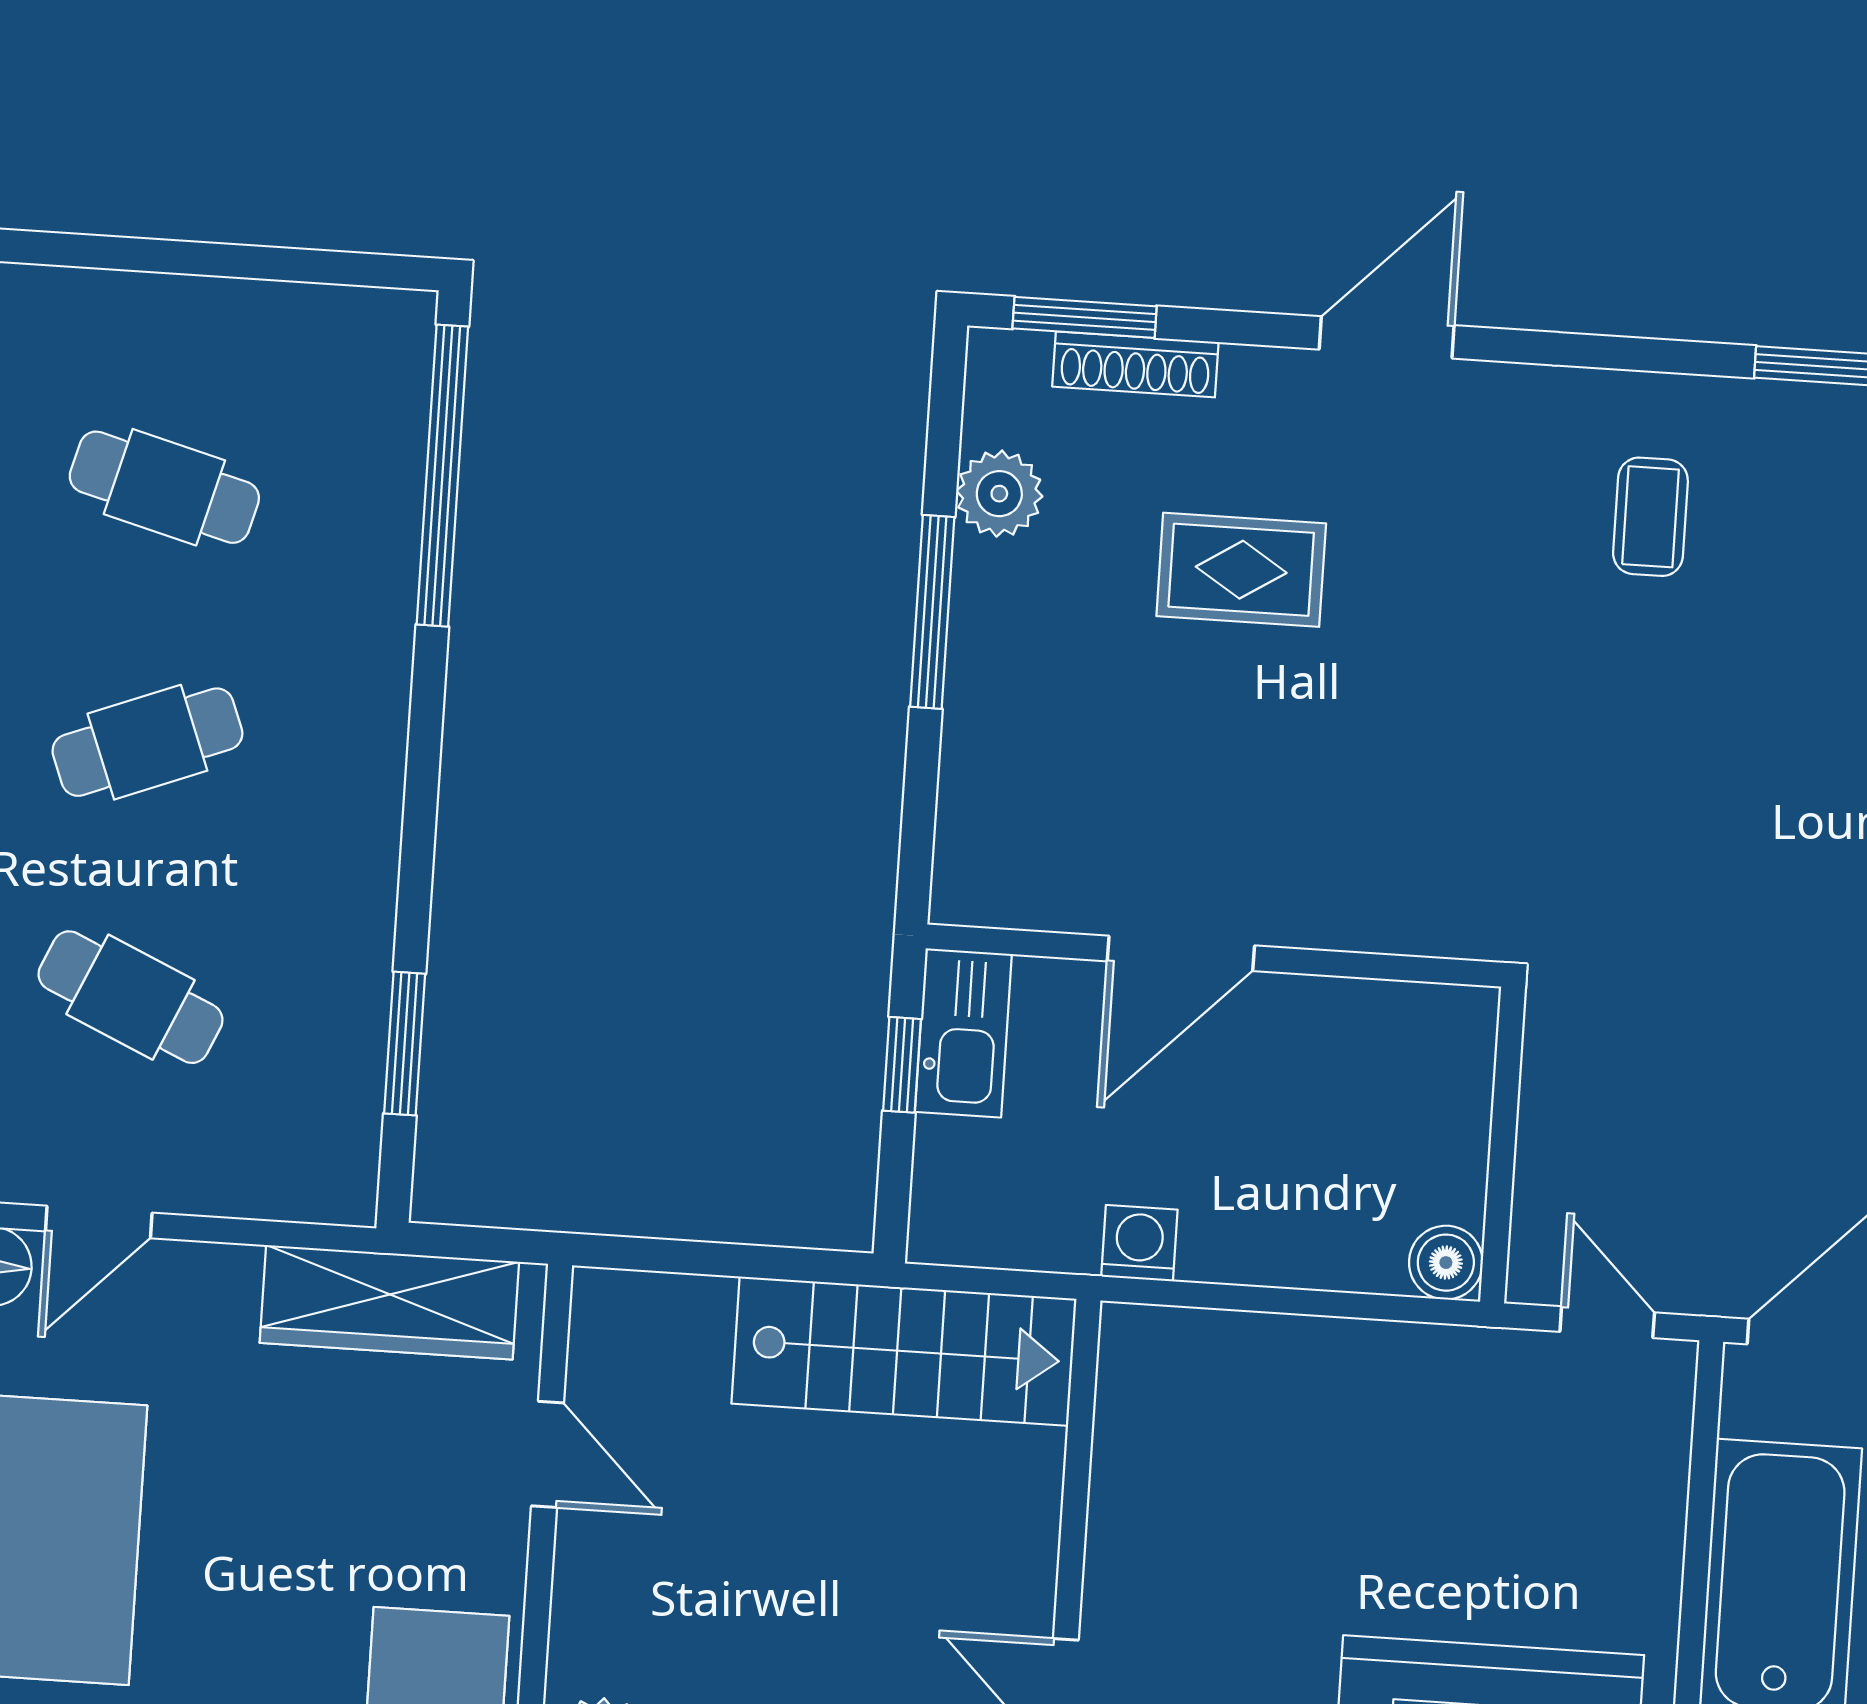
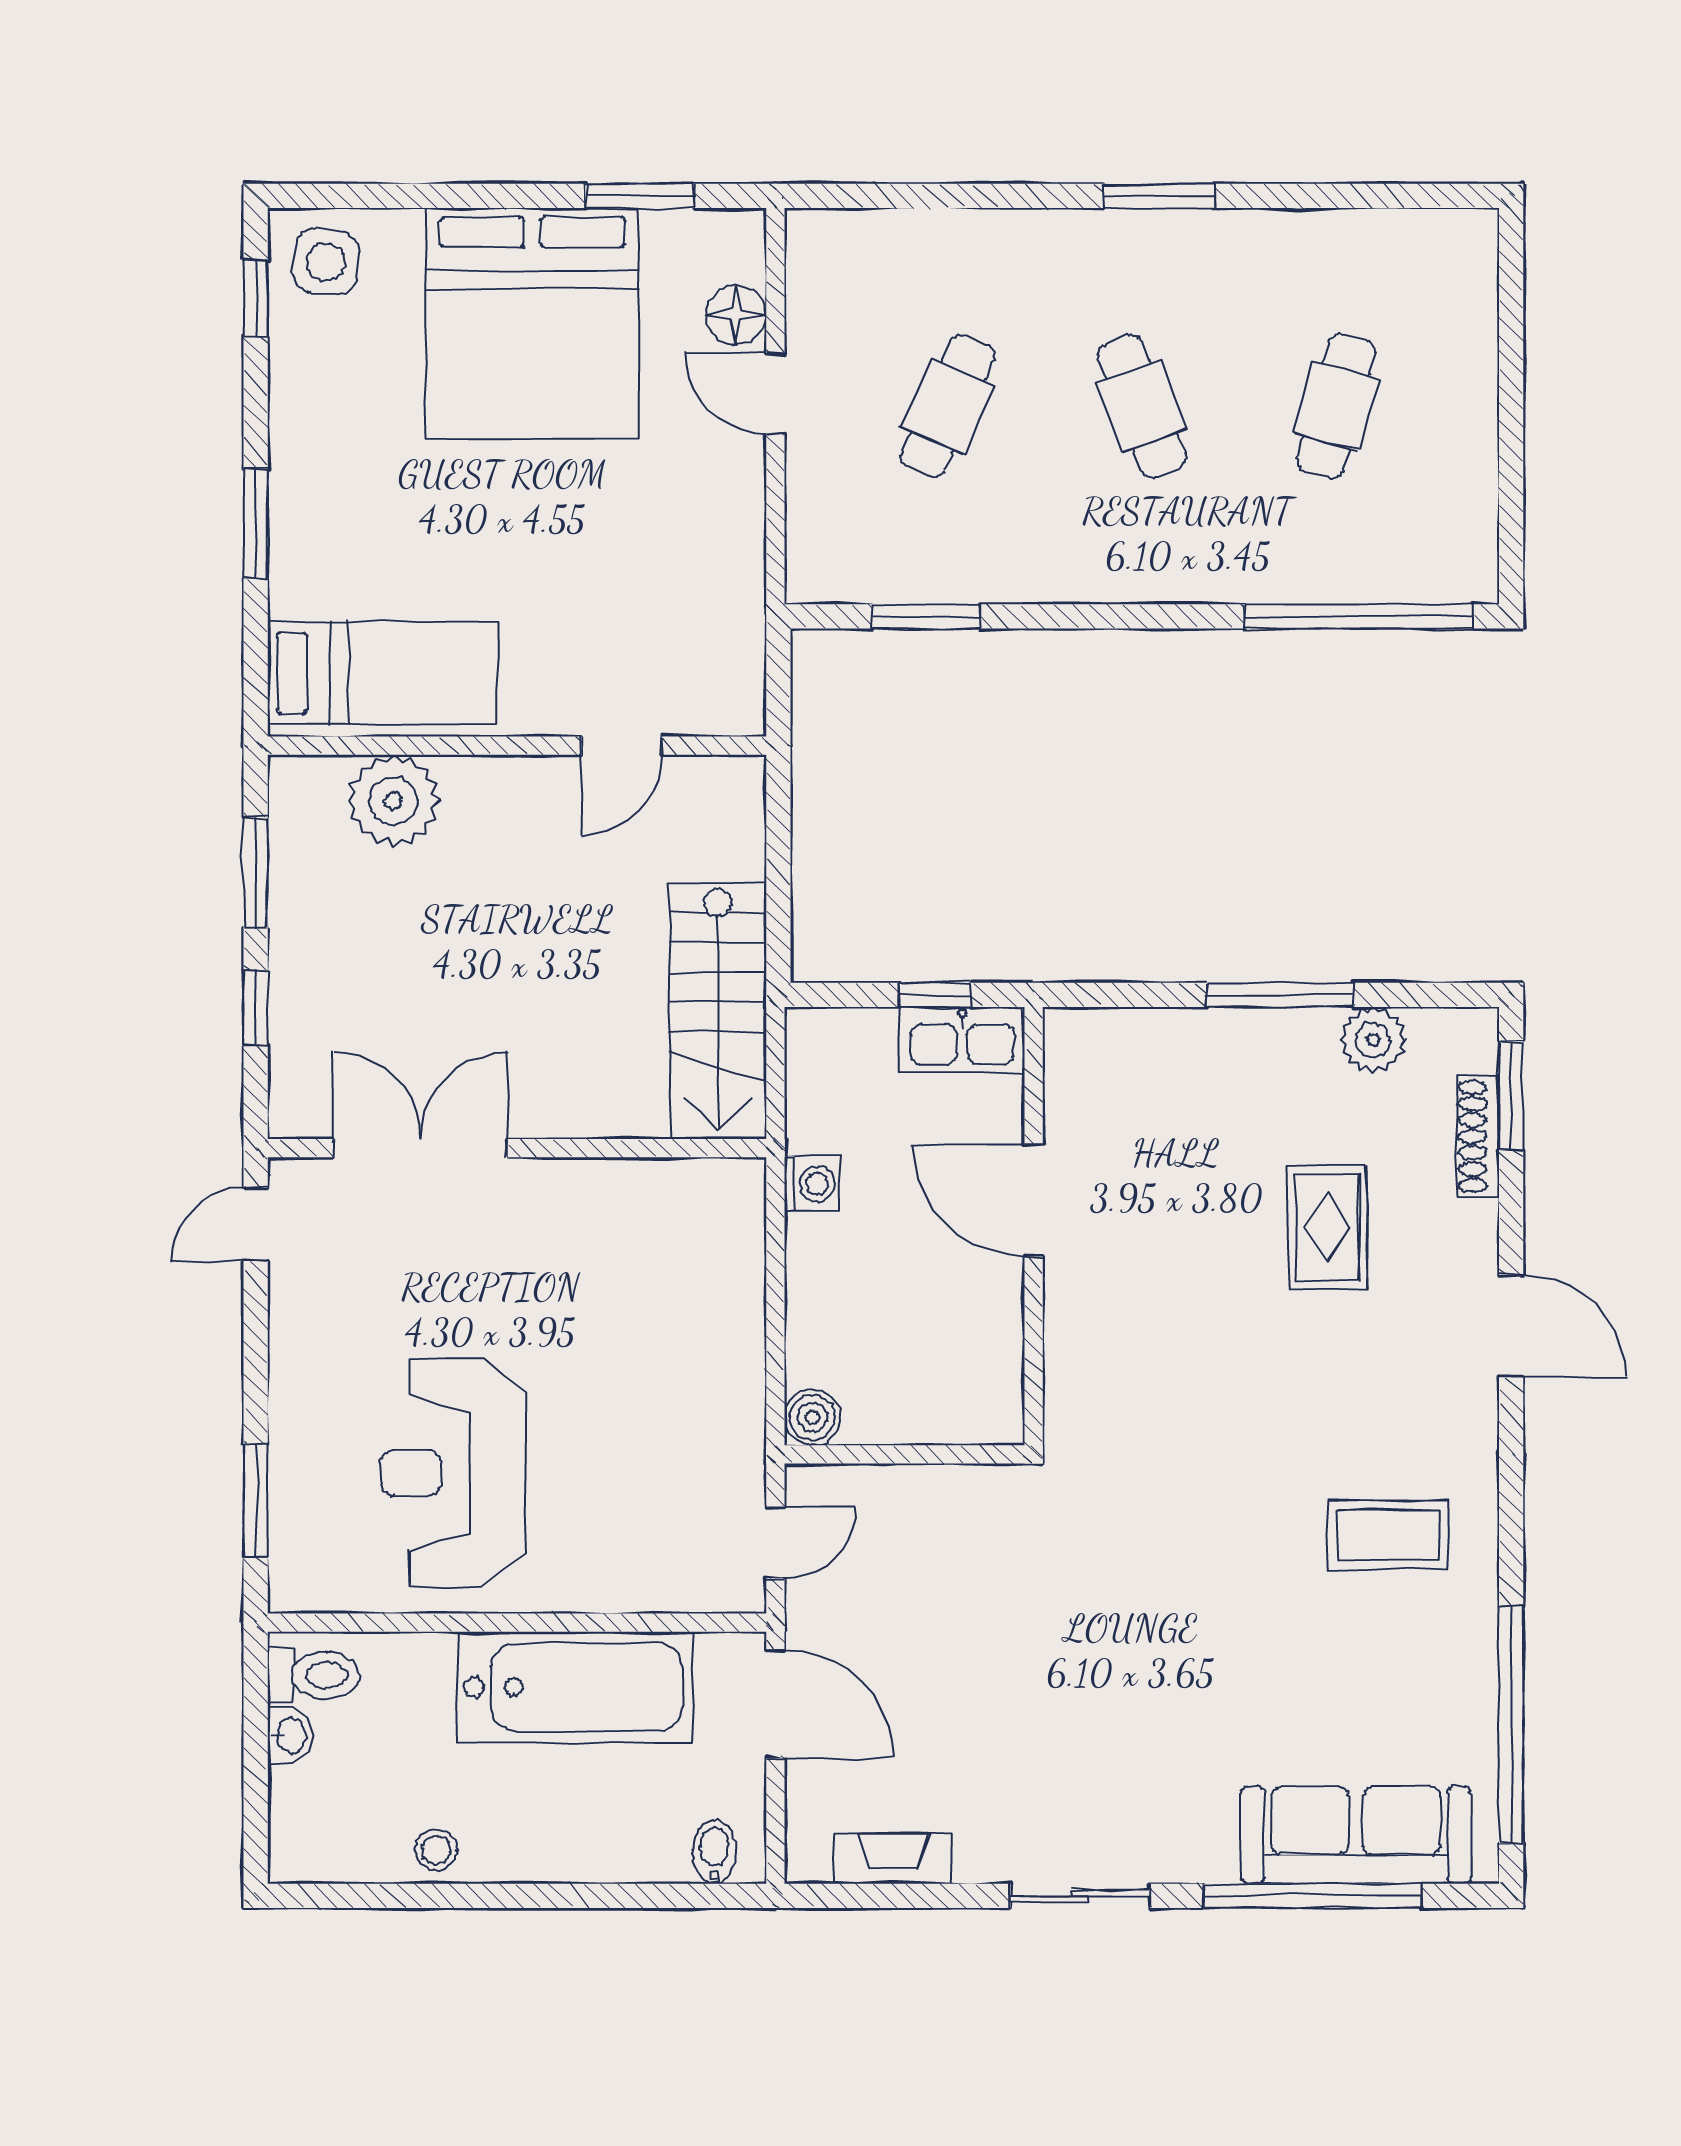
coffee table: (1650, 517) -> (1388, 1535), width x1.36, depth x1.30
wardrobe: (389, 1302) -> (729, 618), removed

